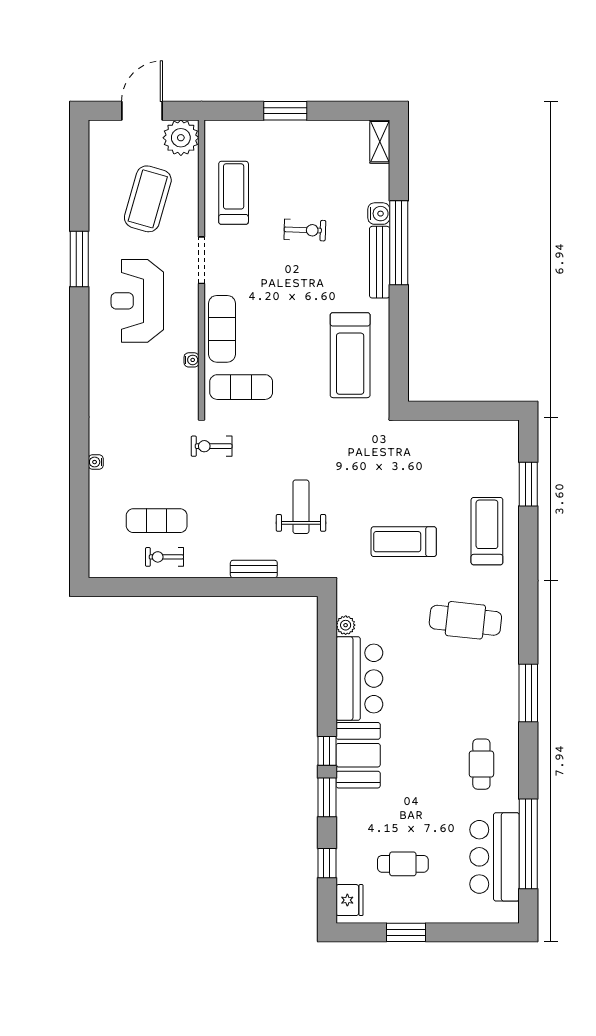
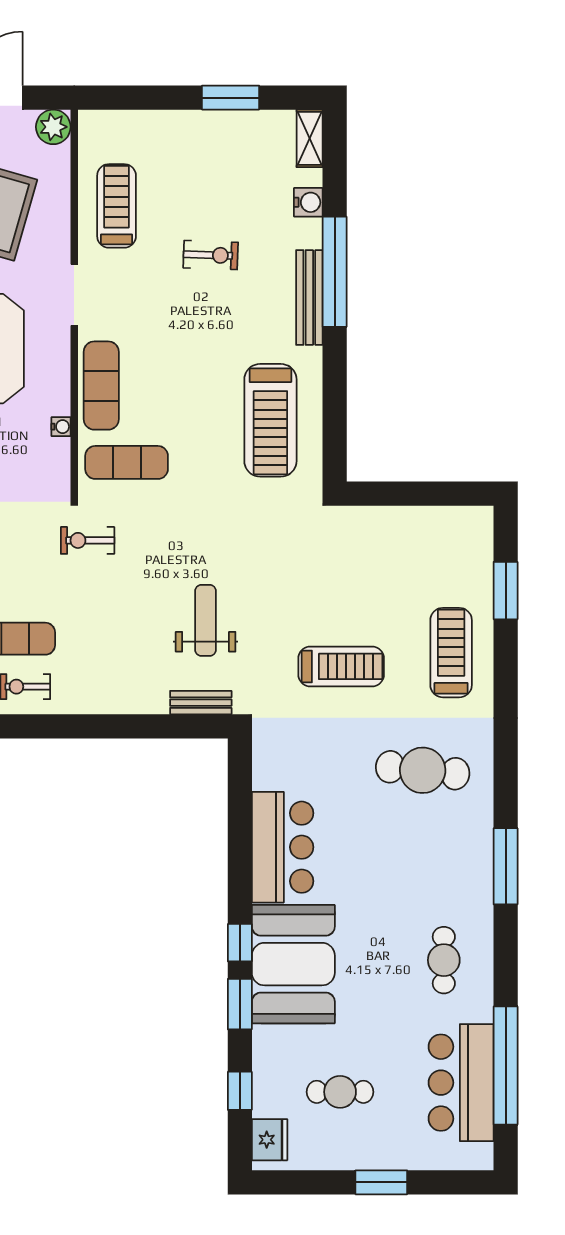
window: (285, 111) -> (231, 98), moved
plant: (181, 138) -> (53, 127), width x0.73, depth x0.73
water cooler: (379, 214) -> (308, 202), moved
treadmill: (404, 542) -> (341, 666), turned 180
bench: (254, 569) -> (201, 703), moved
plant: (346, 625) -> (264, 777), removed
booth: (358, 755) -> (293, 964), width x1.36, depth x1.42
window: (406, 932) -> (381, 1182), moved

